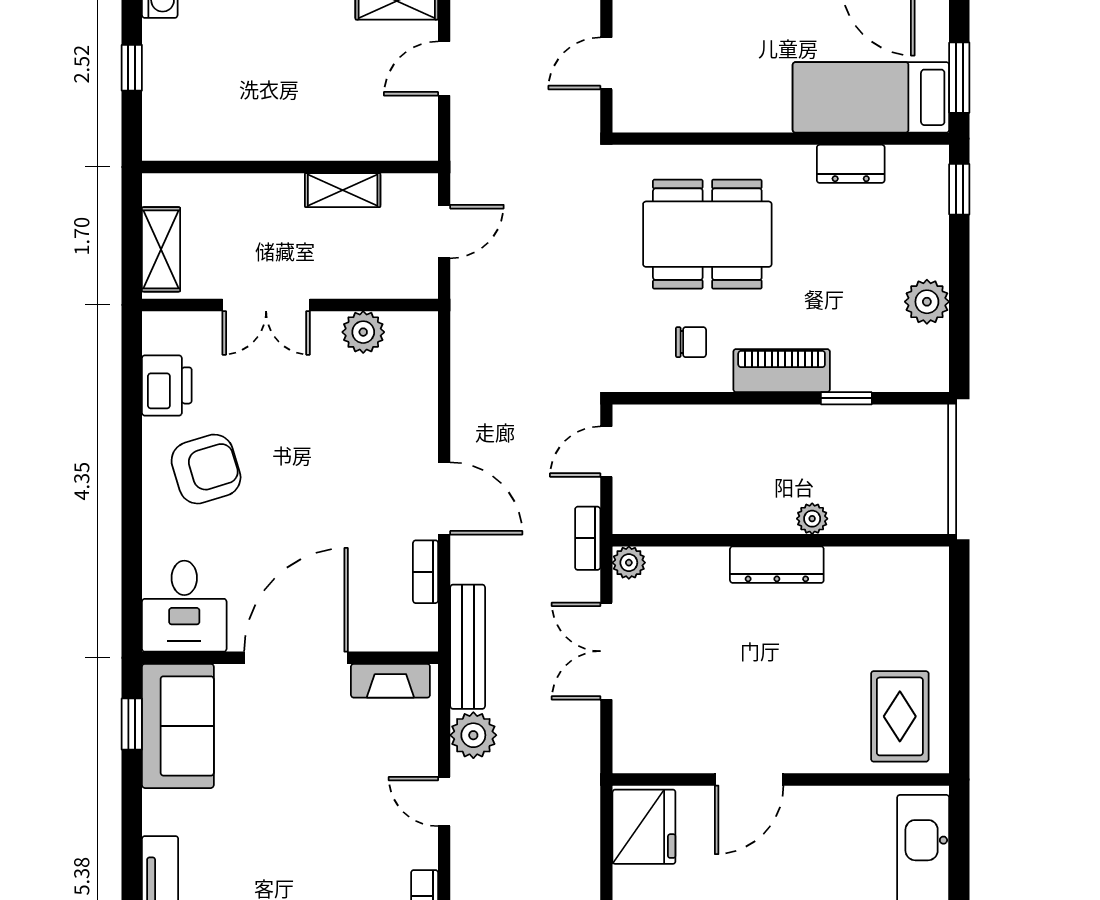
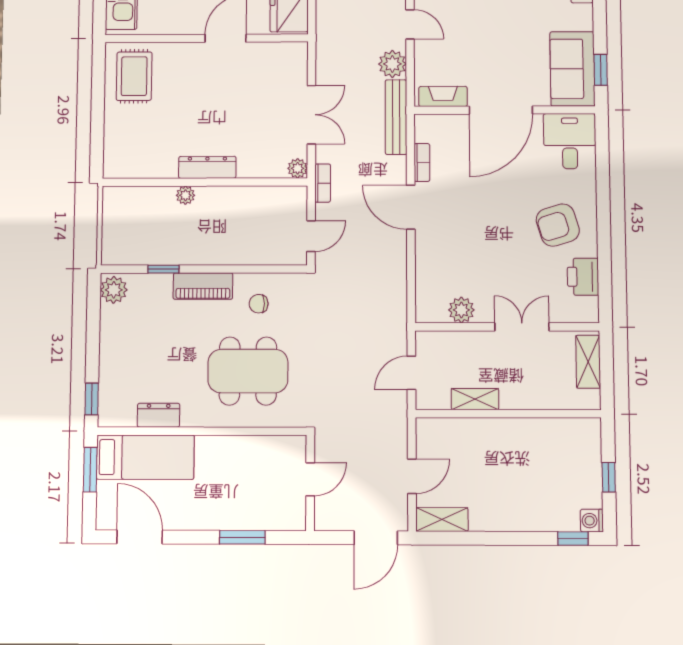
plant: (927, 302) -> (114, 290), moved

